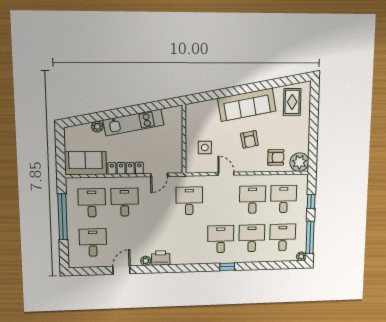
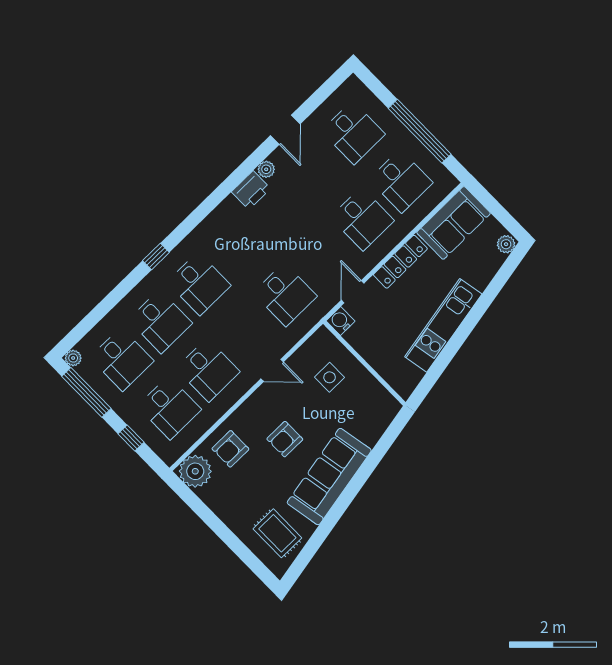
plant: (97, 127) -> (506, 244), moved
armchair: (249, 139) -> (285, 439), turned -79
water cooler: (176, 167) -> (341, 321), added

